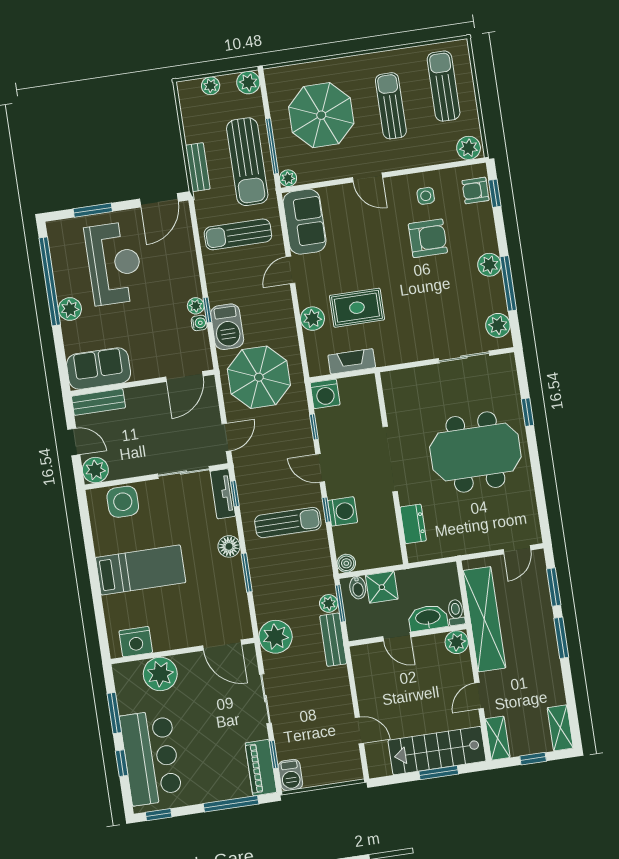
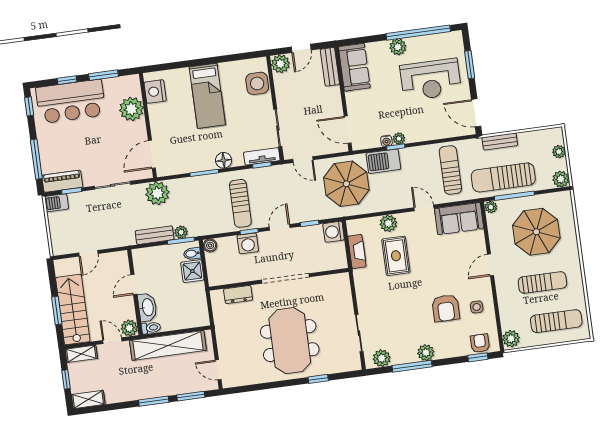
toilet: (456, 612) -> (151, 328), moved
washbasin: (428, 618) -> (147, 307), moved
wall: (408, 635) -> (135, 292), moved
door: (397, 637) -> (134, 284), moved
plant: (457, 642) -> (129, 328), moved

